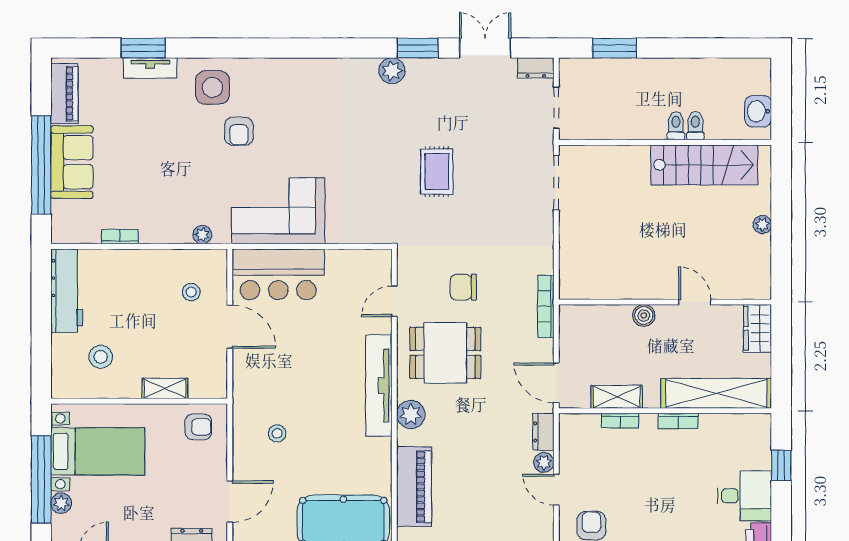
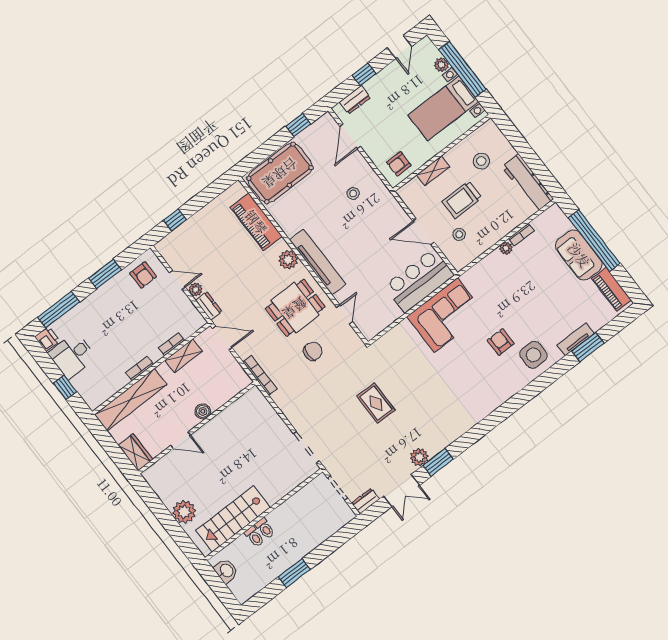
window: (615, 48) -> (294, 573), moved
plant: (392, 71) -> (419, 457), moved
plant: (762, 224) -> (184, 512), width x1.88, depth x1.88
plant: (202, 235) -> (506, 248), moved
trolley: (157, 330) -> (462, 200), added

